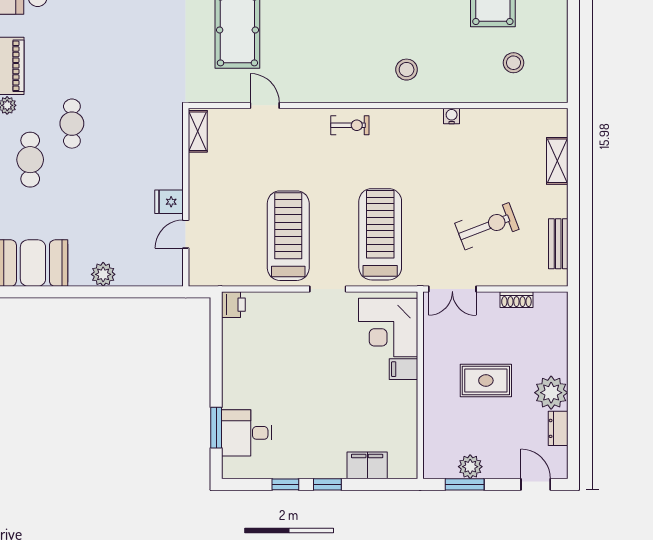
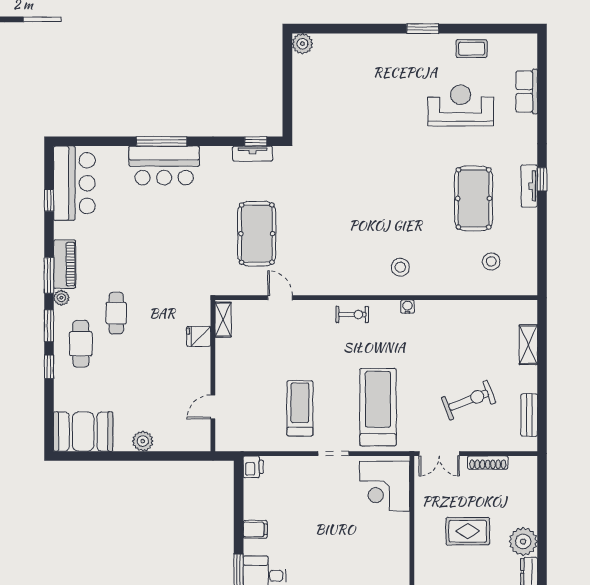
water cooler: (452, 116) -> (407, 307), moved
fridge: (169, 202) -> (199, 336), moved
treadmill: (288, 236) -> (300, 408), width x0.73, depth x0.73
shoe rack: (516, 300) -> (488, 463), width x1.43
filing cabinet: (403, 369) -> (255, 529), moved, turned 180

